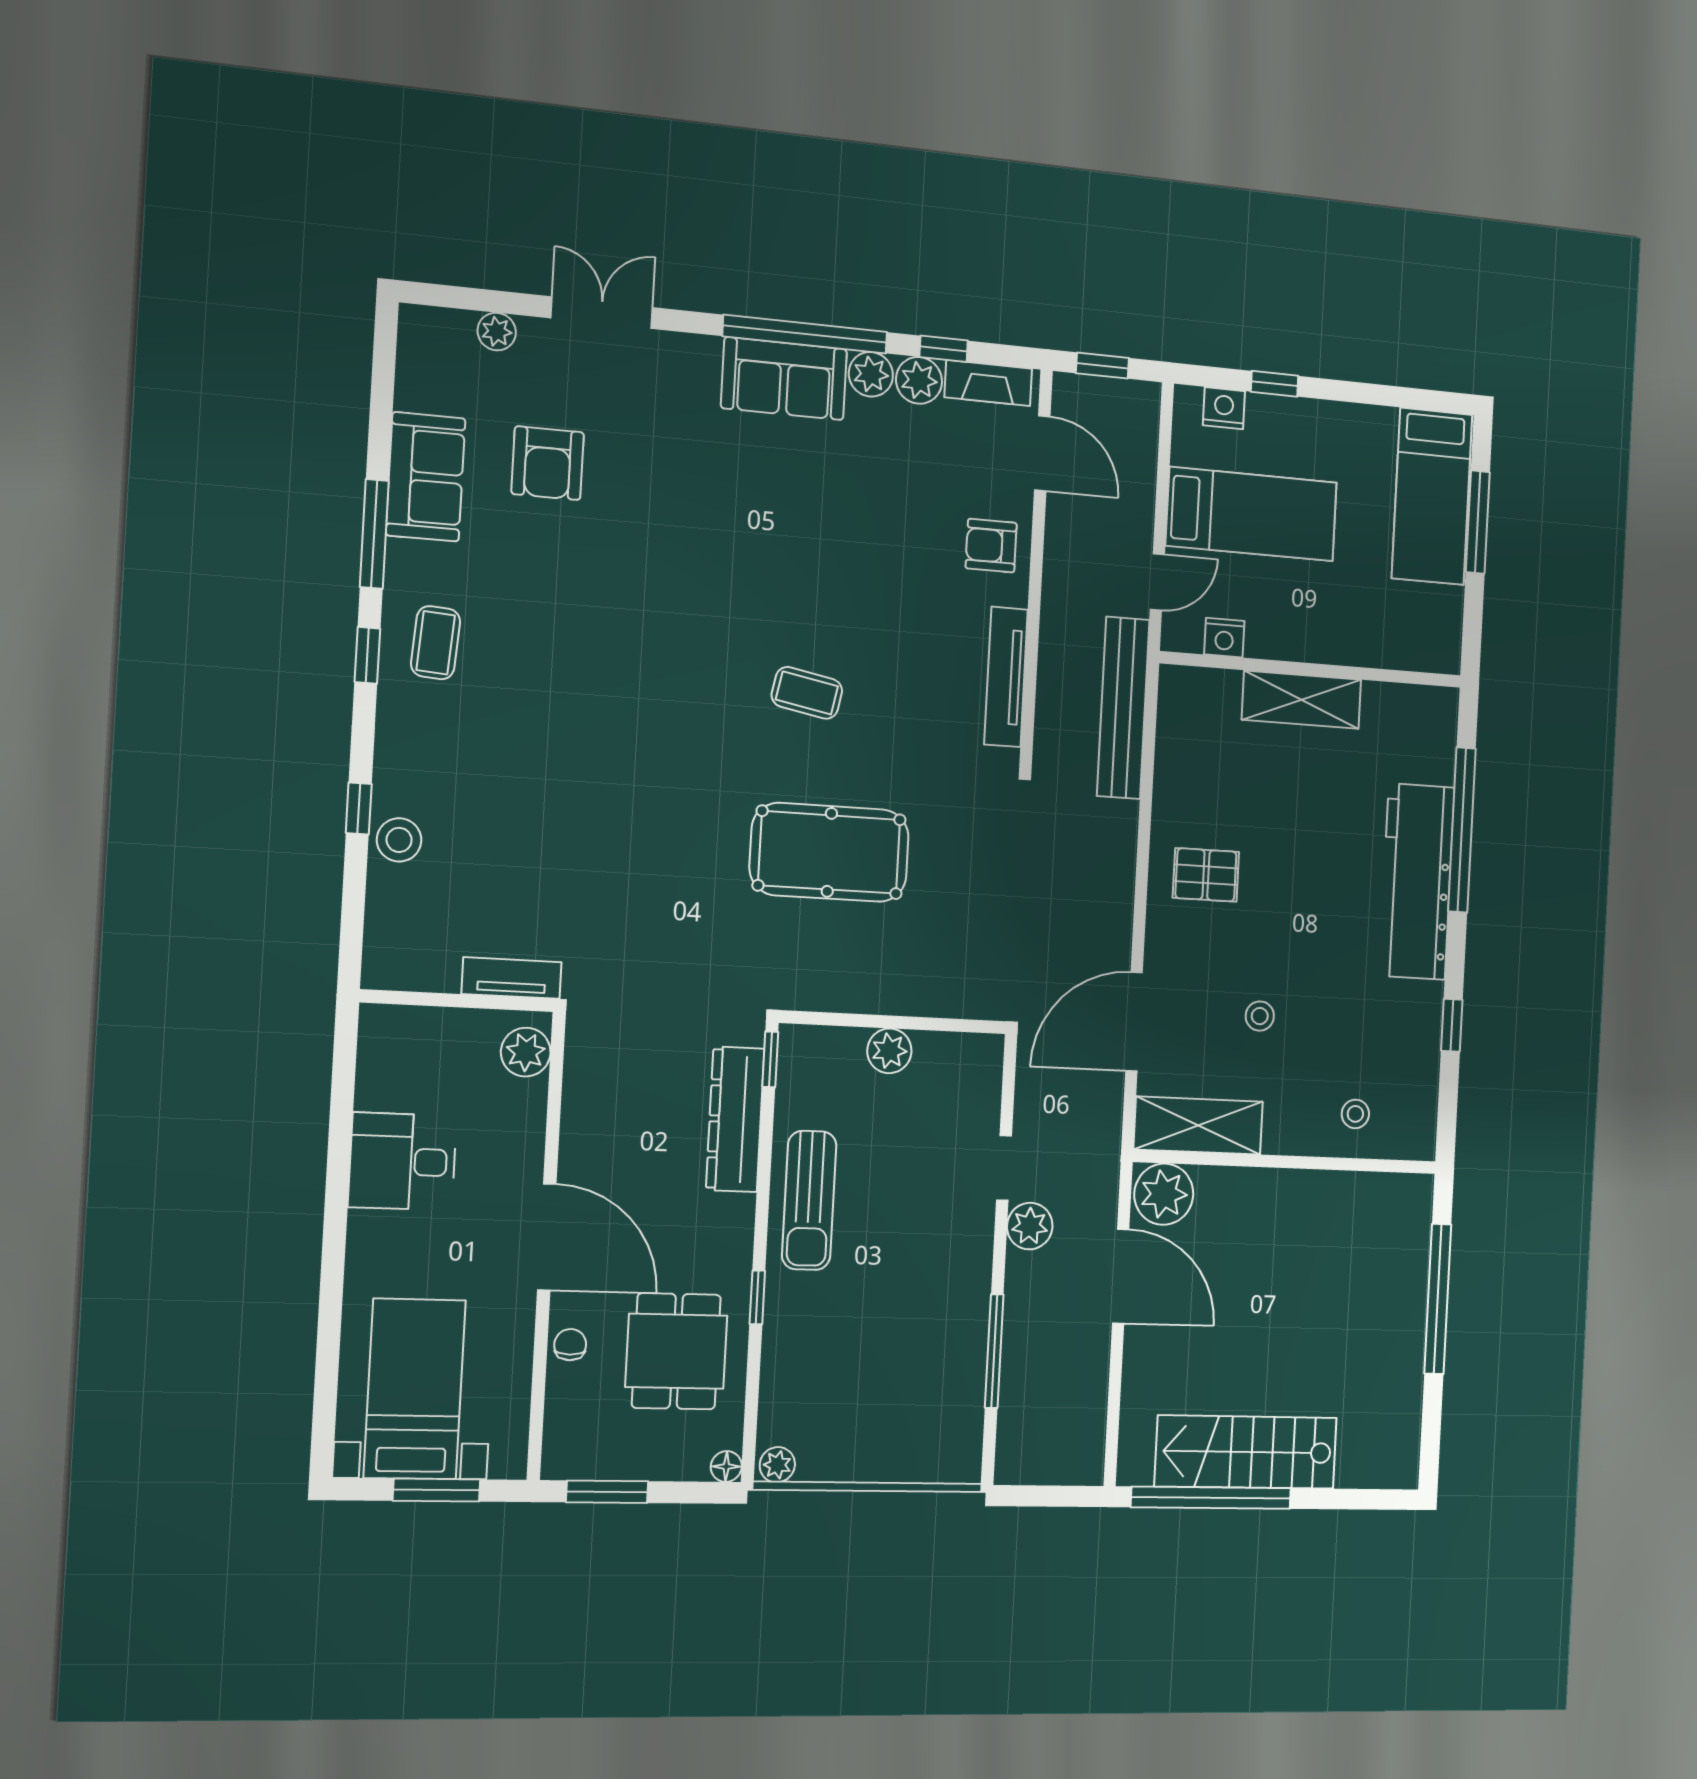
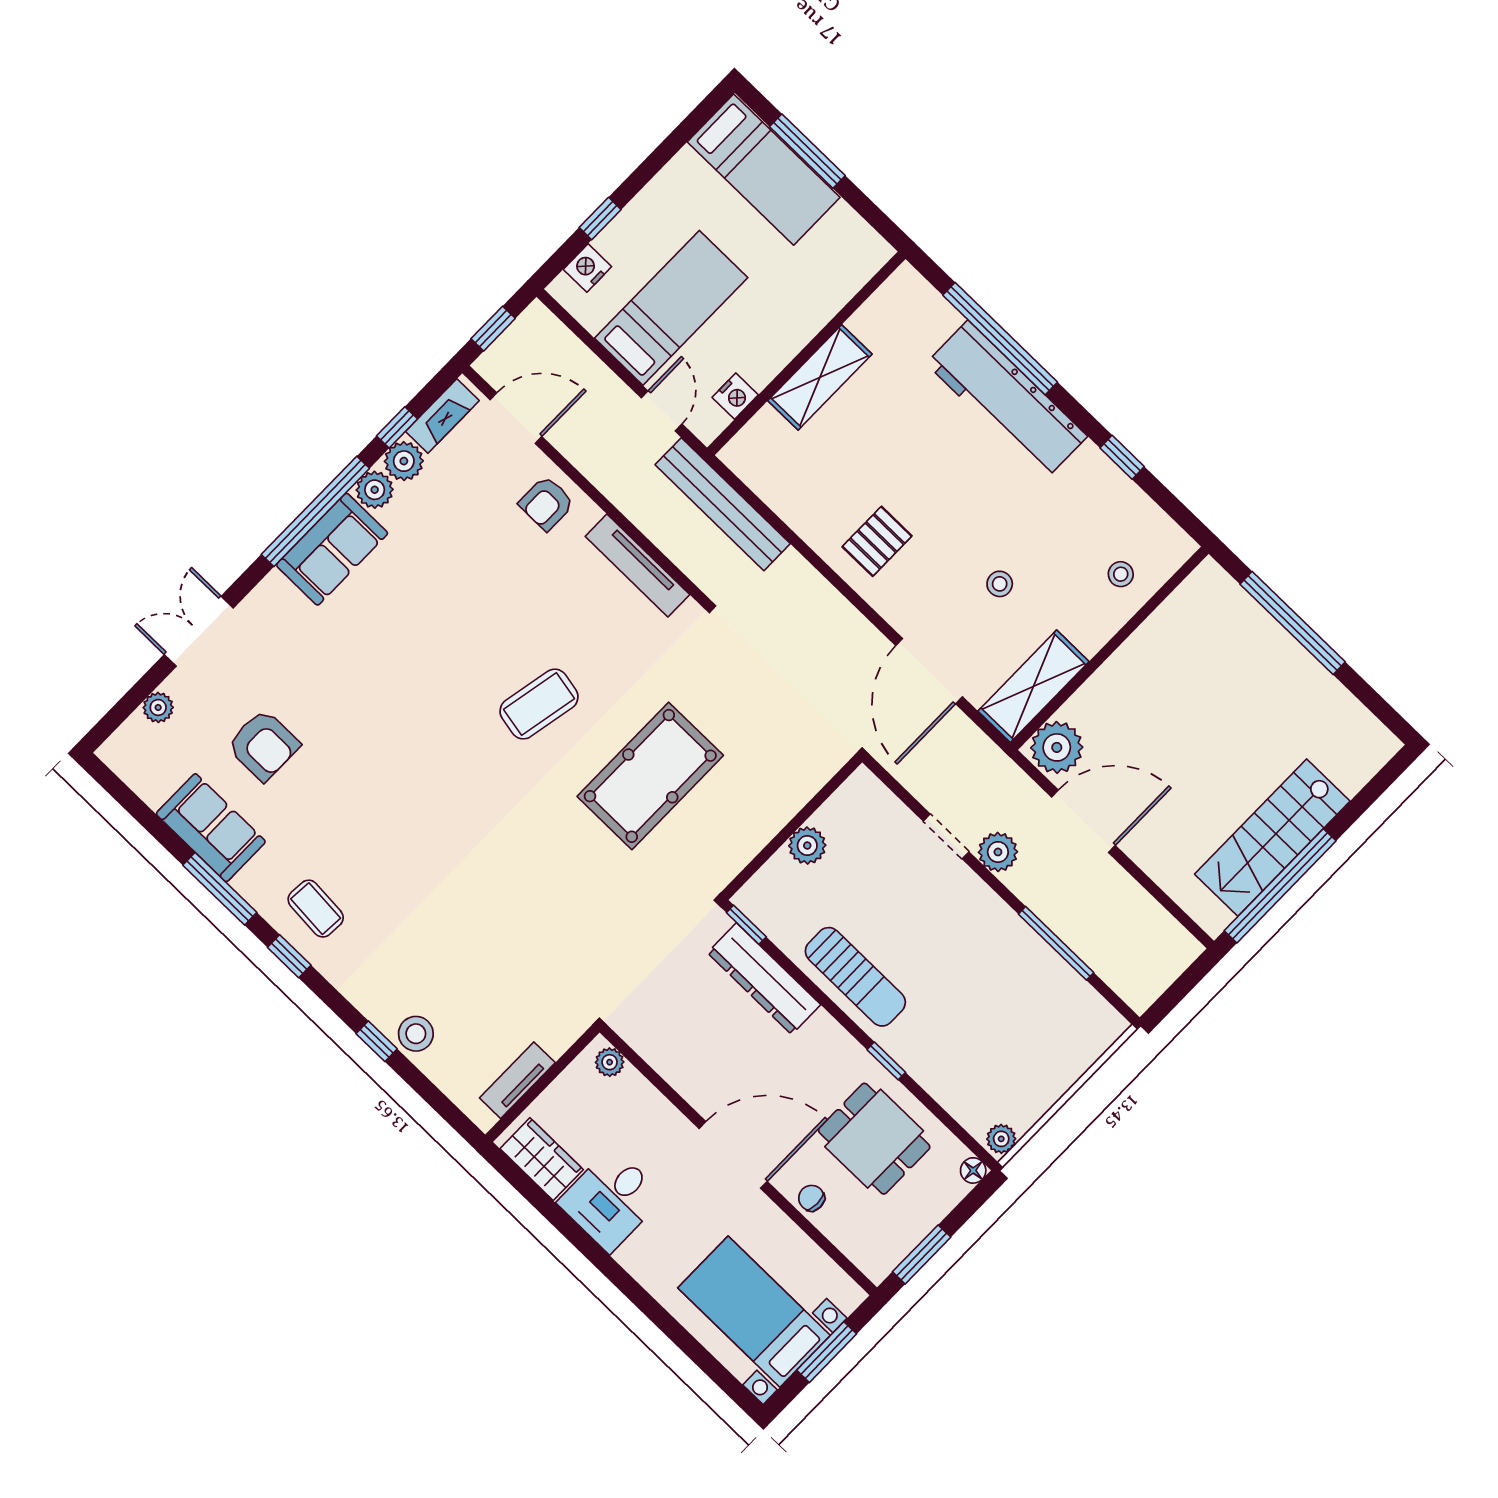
coffee table: (807, 693) -> (539, 704), width x1.36, depth x1.30
tv unit: (512, 978) -> (517, 1080), moved
plant: (526, 1052) -> (610, 1062), width x0.73, depth x0.73
wardrobe: (384, 1063) -> (542, 1159), added

